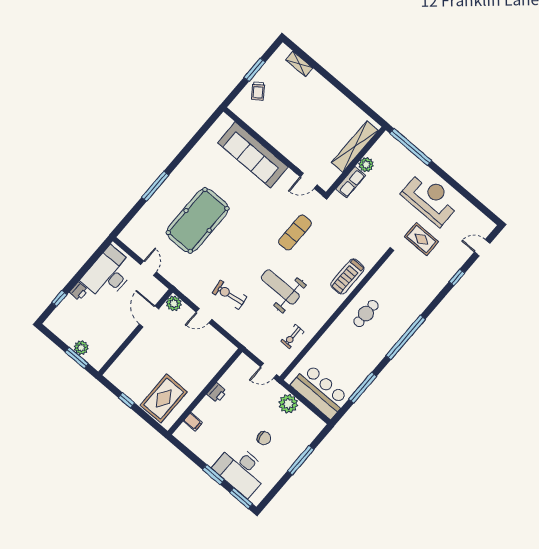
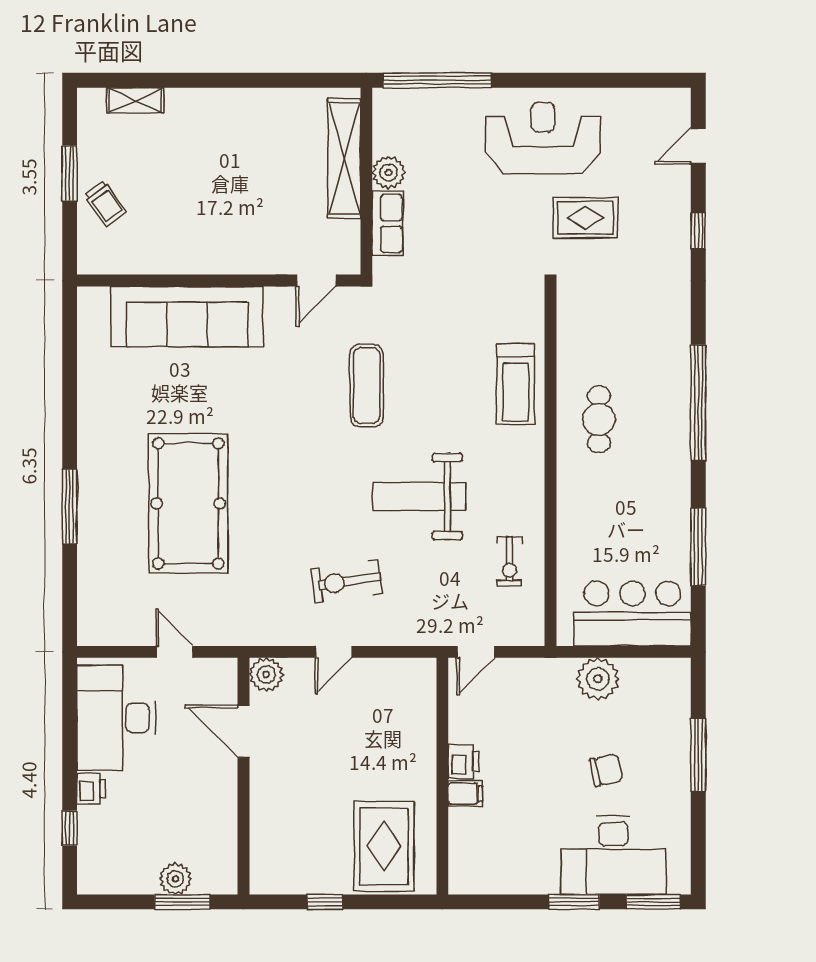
door: (269, 371) -> (476, 652), moved
filing cabinet: (193, 422) -> (465, 794), moved

